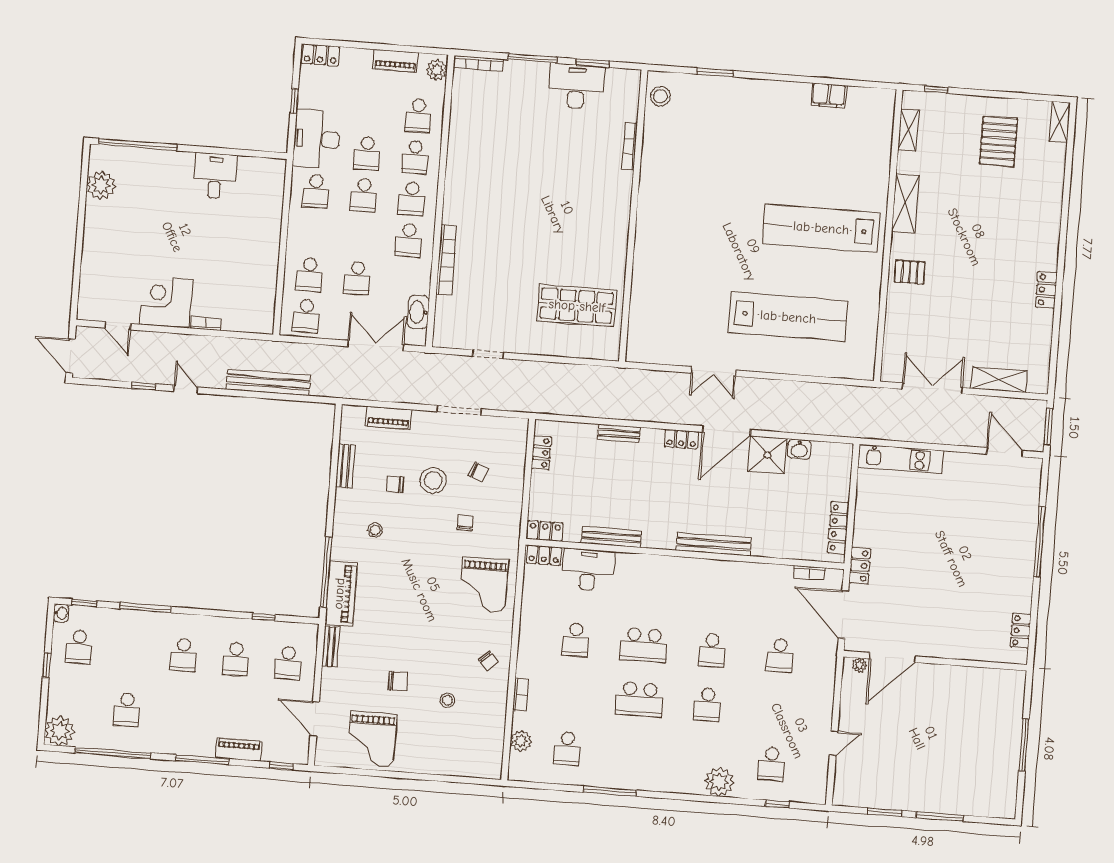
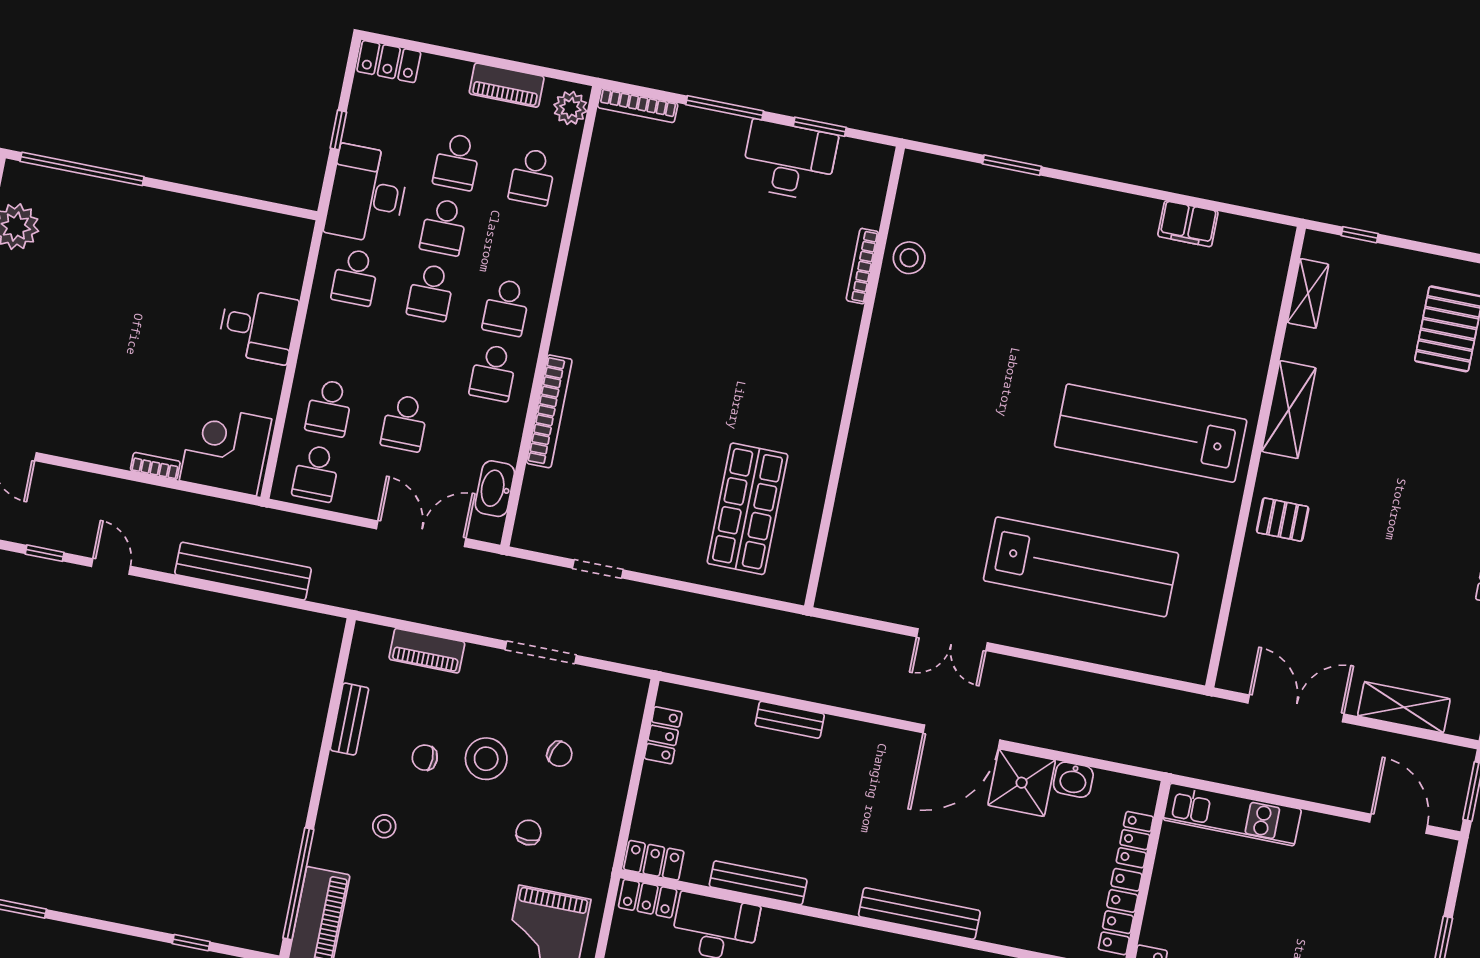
stool: (660, 96) -> (909, 258), moved
school desk: (415, 157) -> (457, 162), moved
desk: (215, 176) -> (258, 326), moved, turned 90
corner desk: (166, 302) -> (226, 450), moved
shop shelf: (577, 306) -> (747, 509), turned 90
locker: (681, 439) -> (1135, 840), moved, turned 90

